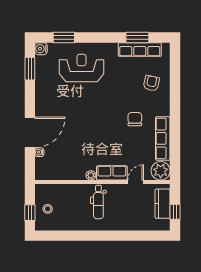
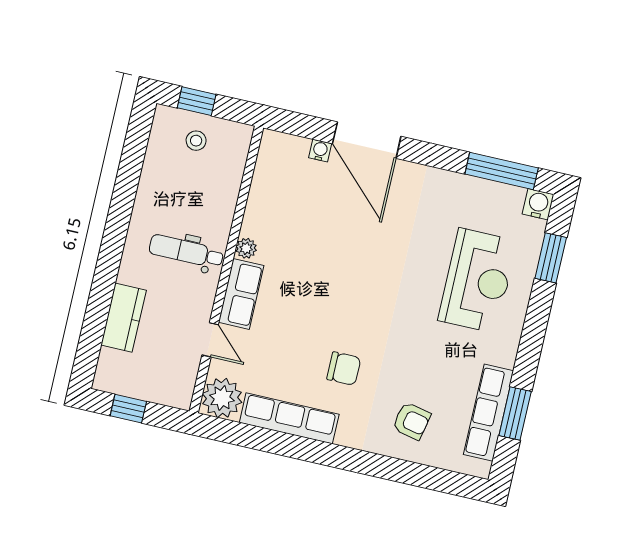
window: (30, 69) -> (502, 171), width x1.44
kitchen counter: (163, 204) -> (124, 318), moved, turned 90

